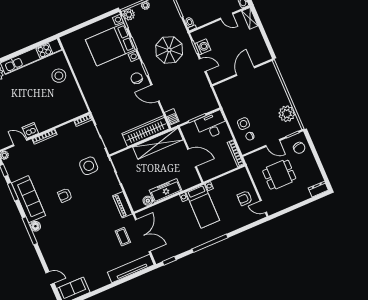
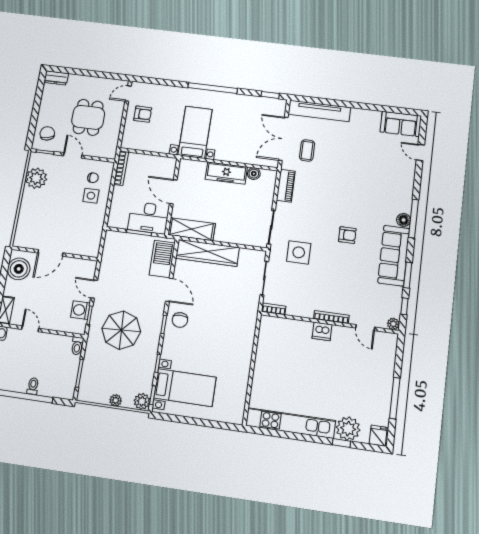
bed with nightstands: (110, 45) -> (185, 388), width x0.73
boiler: (259, 49) -> (19, 269), added
stool: (59, 76) -> (271, 379), removed
barbecue: (172, 117) -> (162, 259), width x1.88, depth x1.53
desk: (212, 125) -> (149, 218), moved
dishwasher: (30, 130) -> (322, 331), moved
shelving: (158, 143) -> (192, 229), width x0.68
dining table: (279, 175) -> (88, 117), turned 90
door: (263, 207) -> (128, 94), swing flipped

